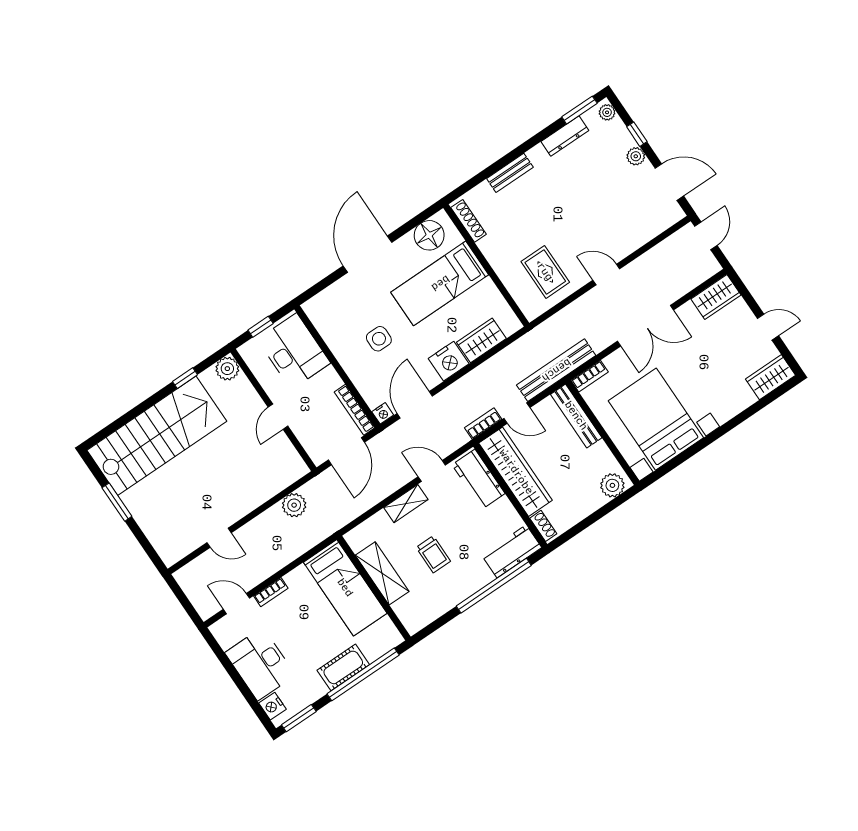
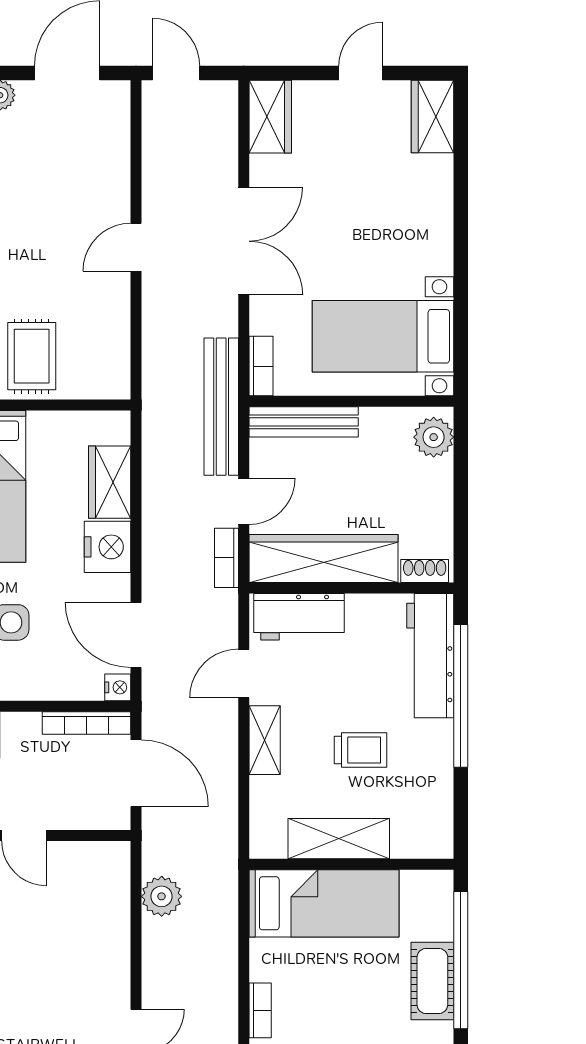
rug: (545, 272) -> (32, 356), moved, turned 90
bed with nightstands: (656, 419) -> (383, 336), width x0.73
workbench: (512, 551) -> (430, 656), width x1.38

